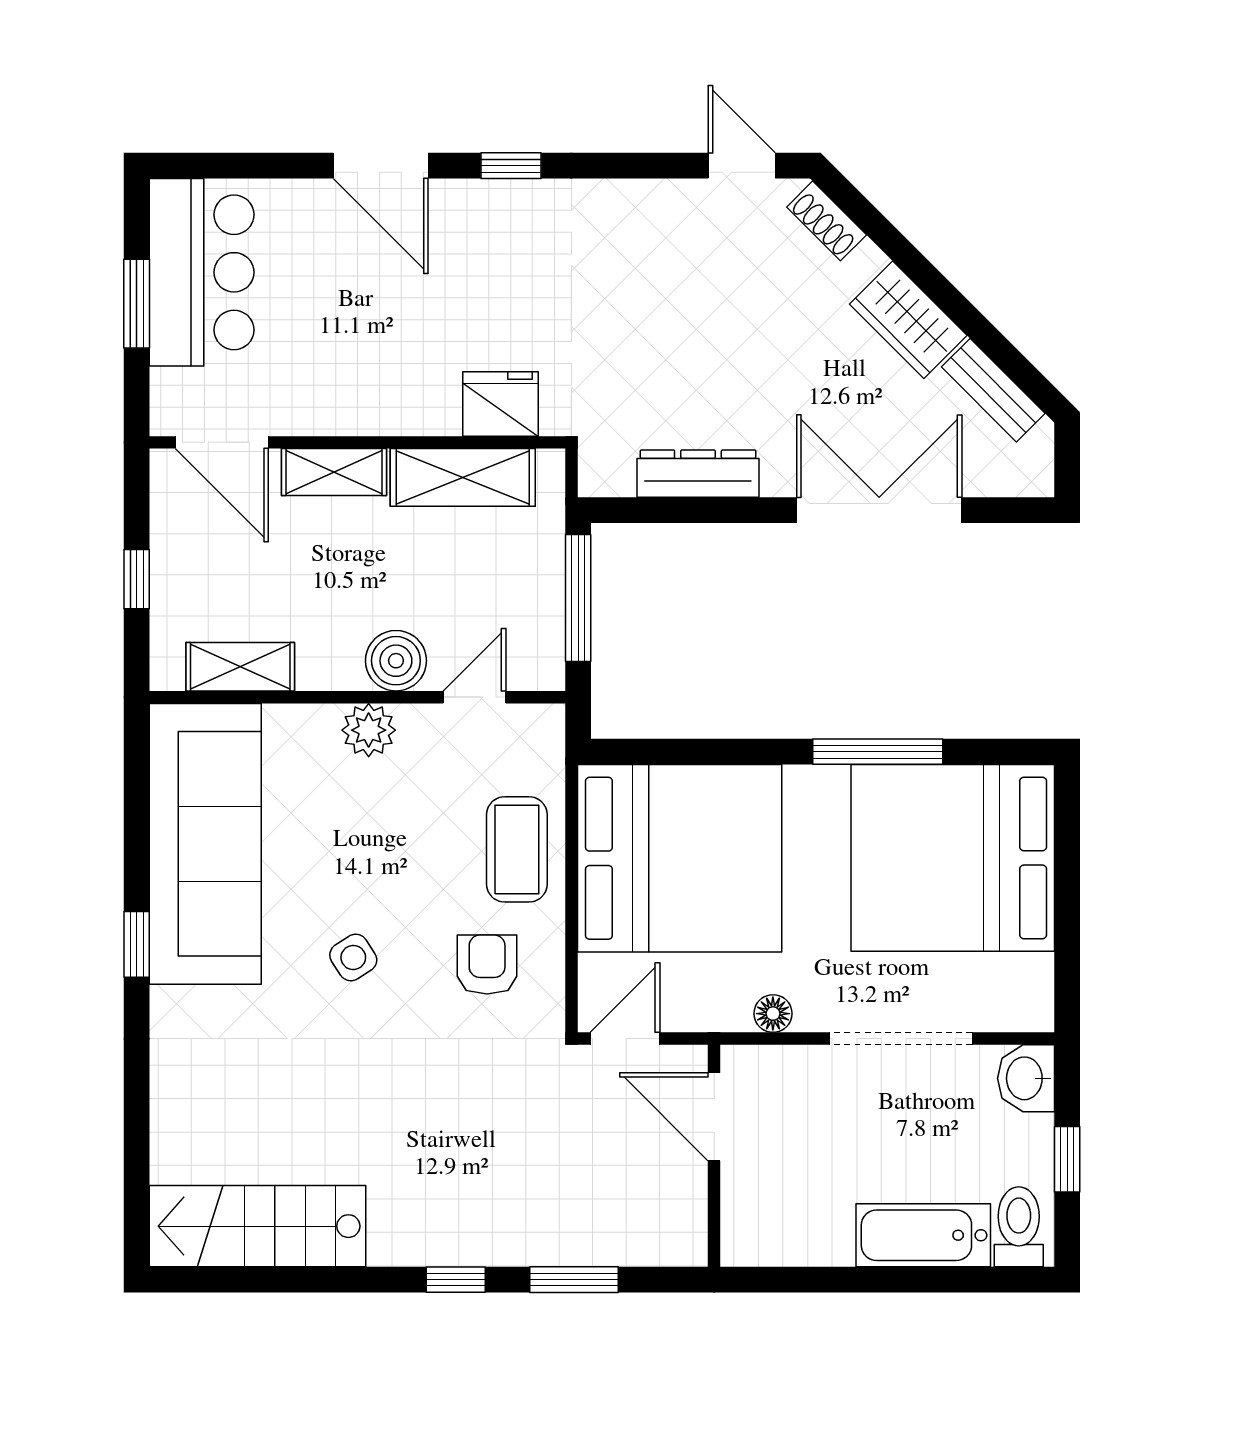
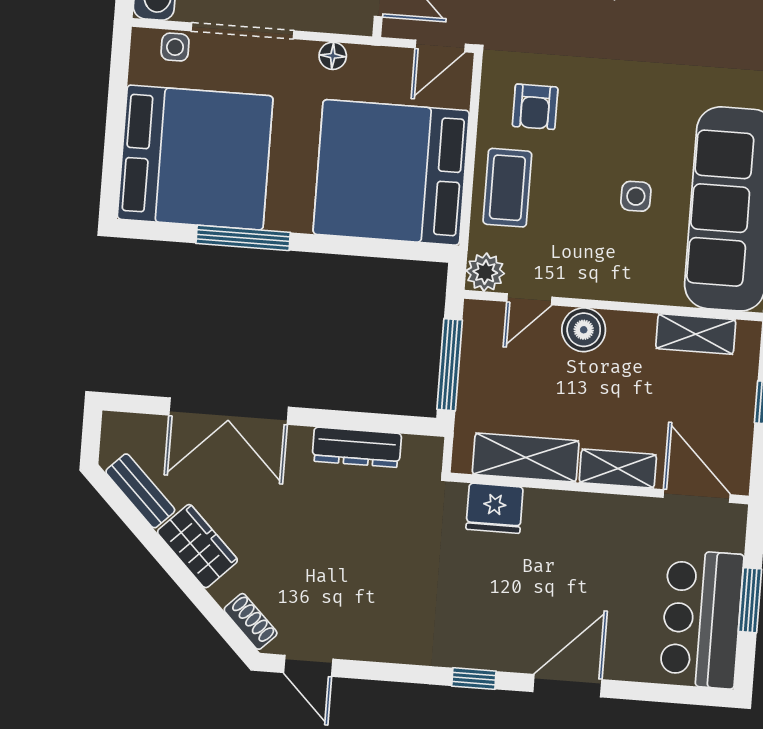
door: (381, 166) -> (567, 686), hinge flipped
plant: (369, 730) -> (485, 272), moved
side table: (353, 958) -> (636, 196), moved, turned 33
side table: (992, 1009) -> (175, 47), added

